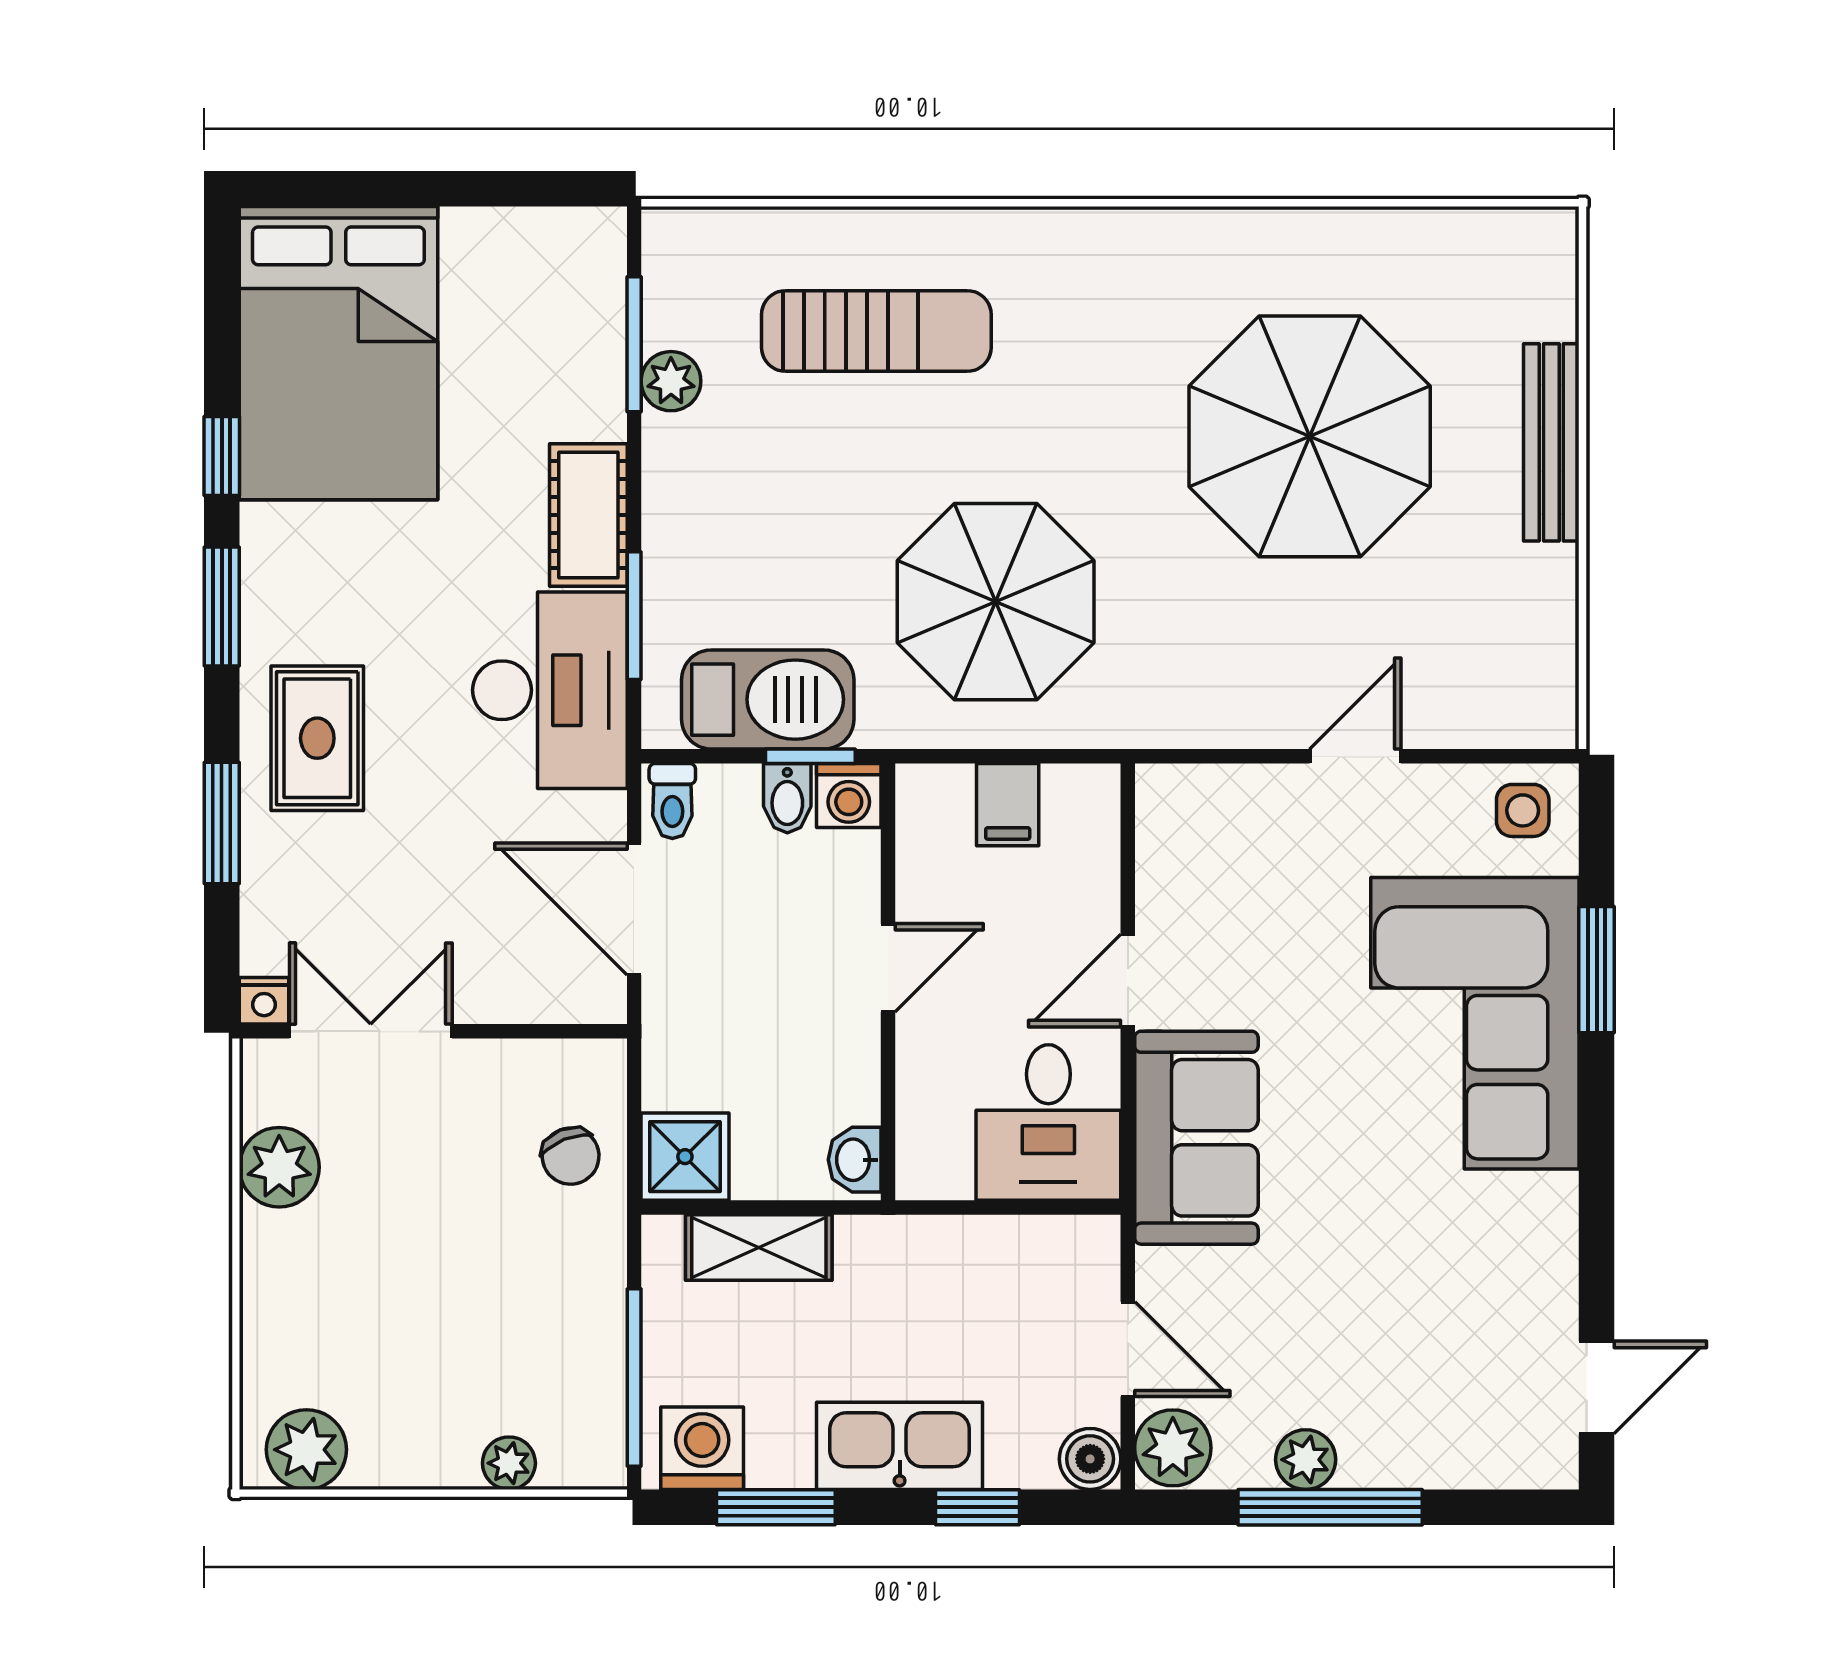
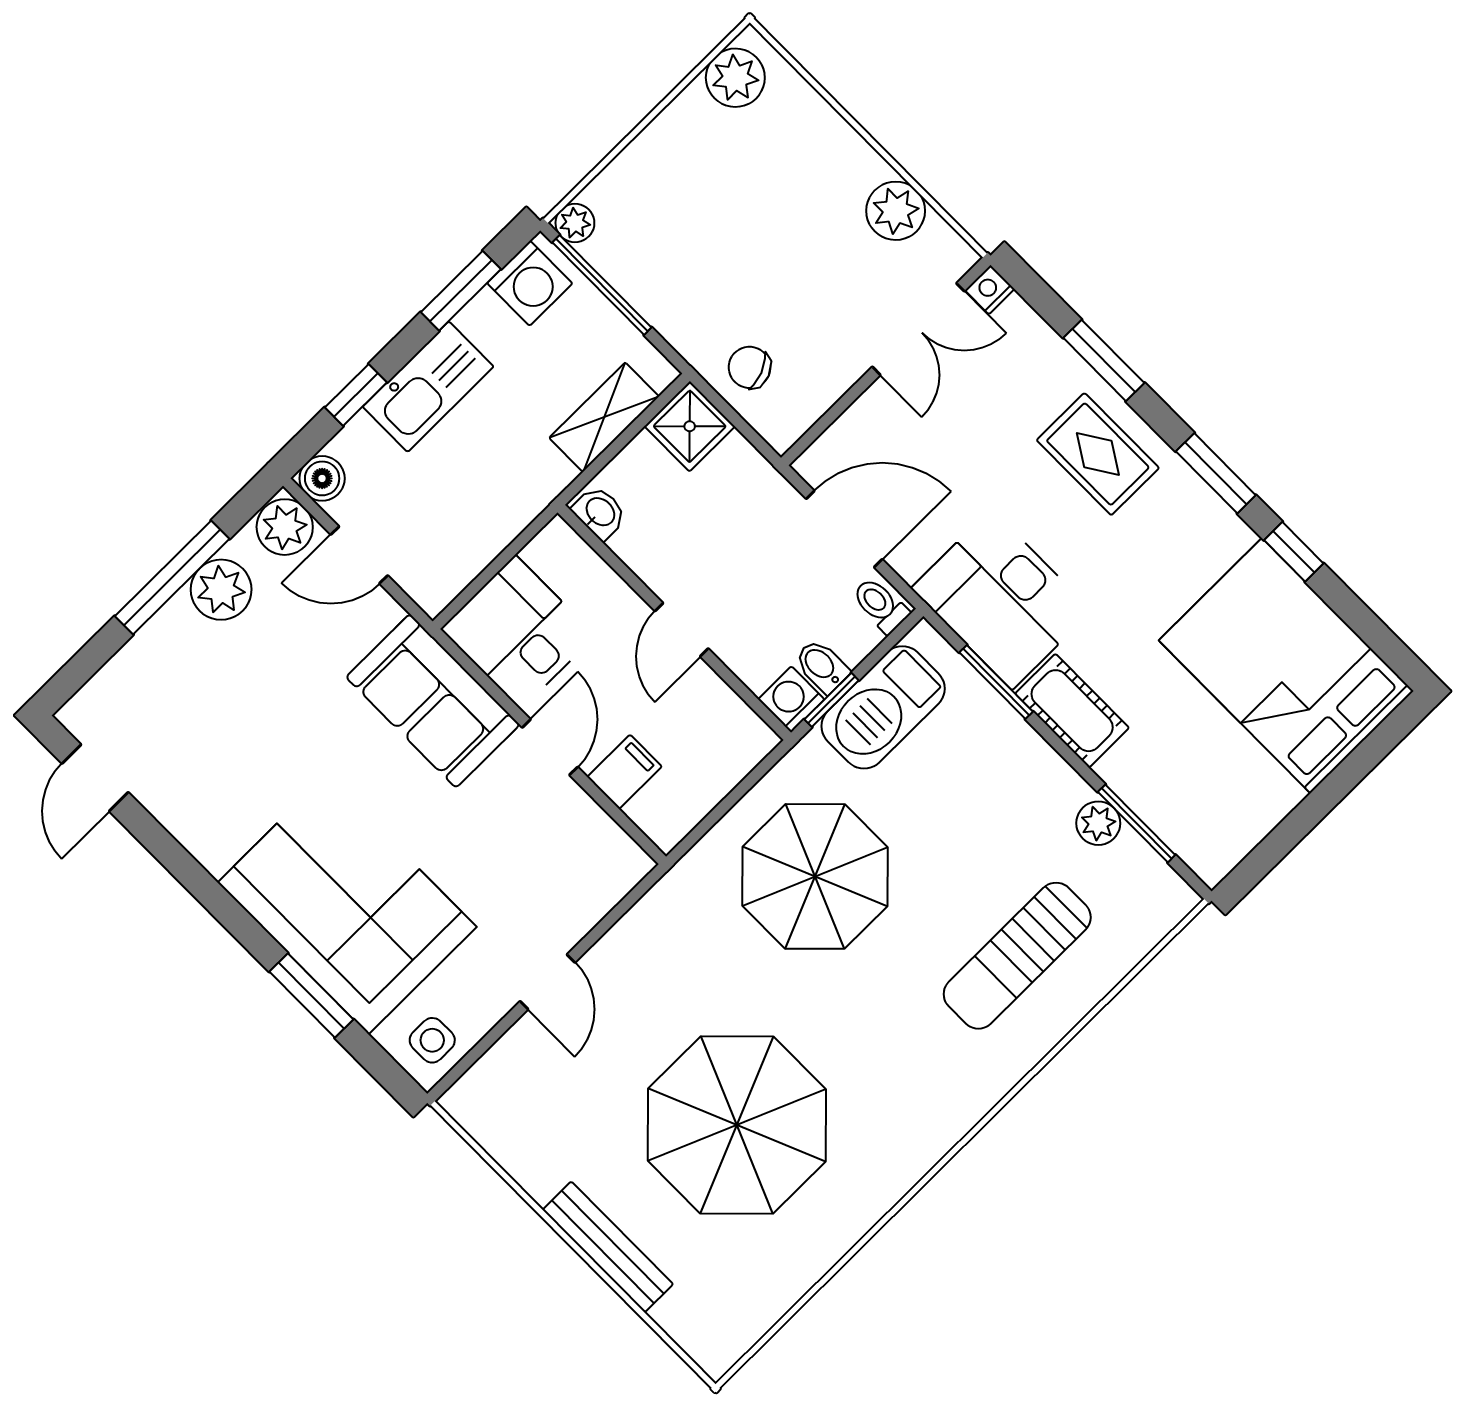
filing cabinet: (1008, 805) -> (624, 772), moved, turned 90
plant: (1306, 1460) -> (221, 590), width x1.38, depth x1.38
plant: (509, 1463) -> (575, 223), moved

